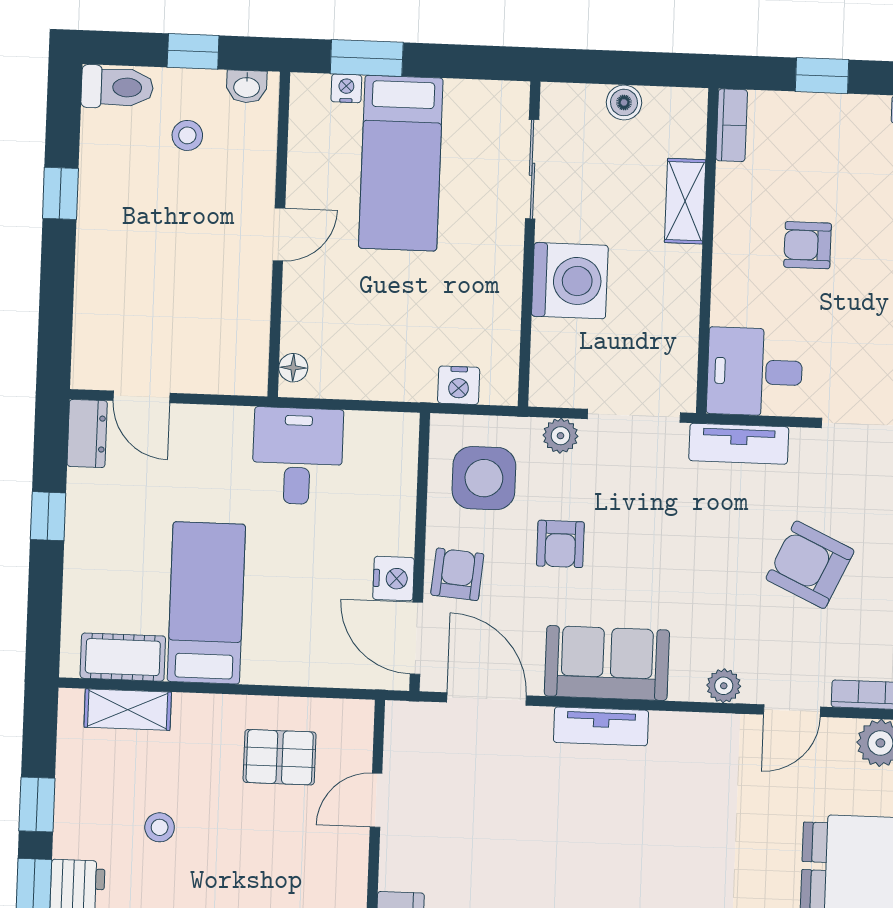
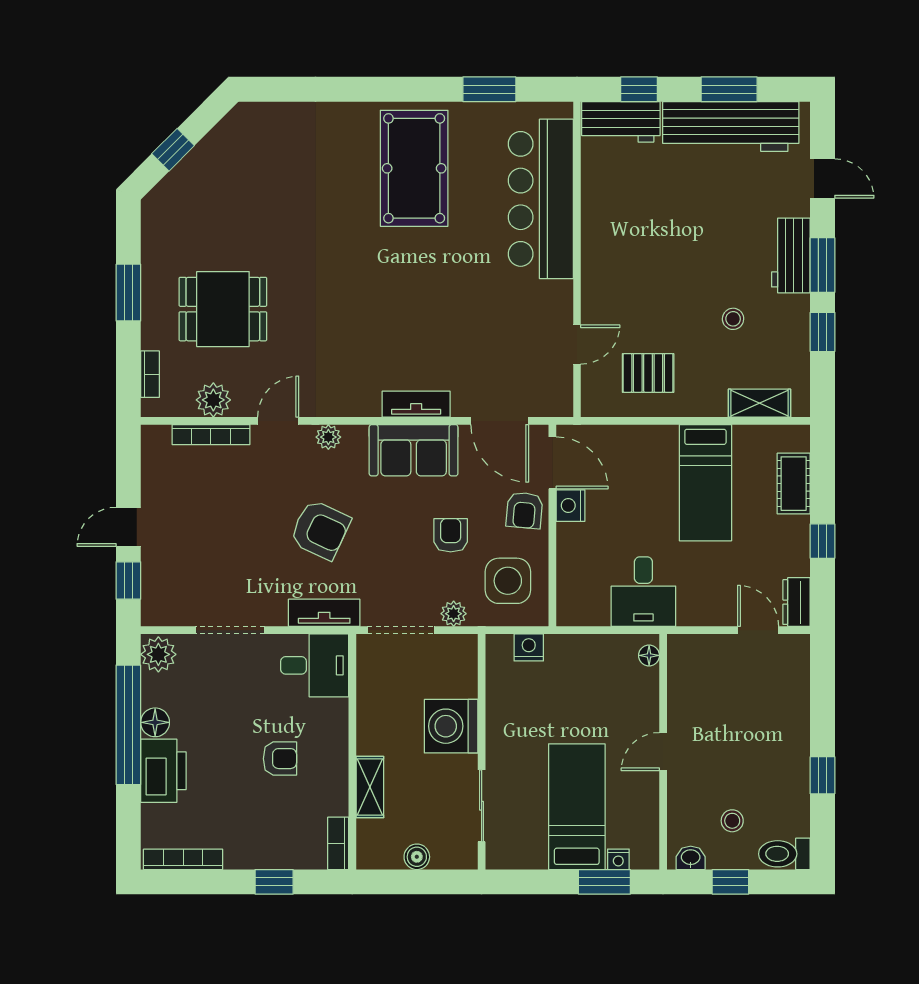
armchair: (810, 565) -> (320, 530), moved
cot: (123, 657) -> (794, 484), moved, turned 90

